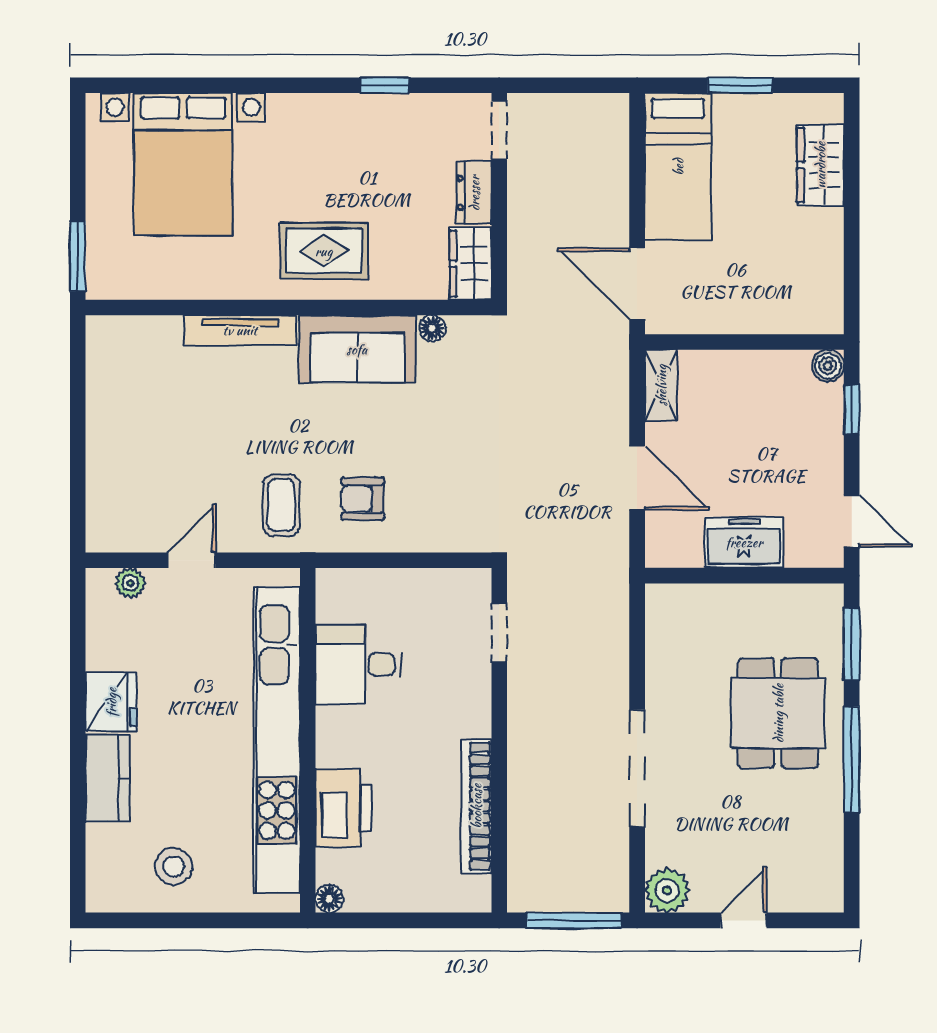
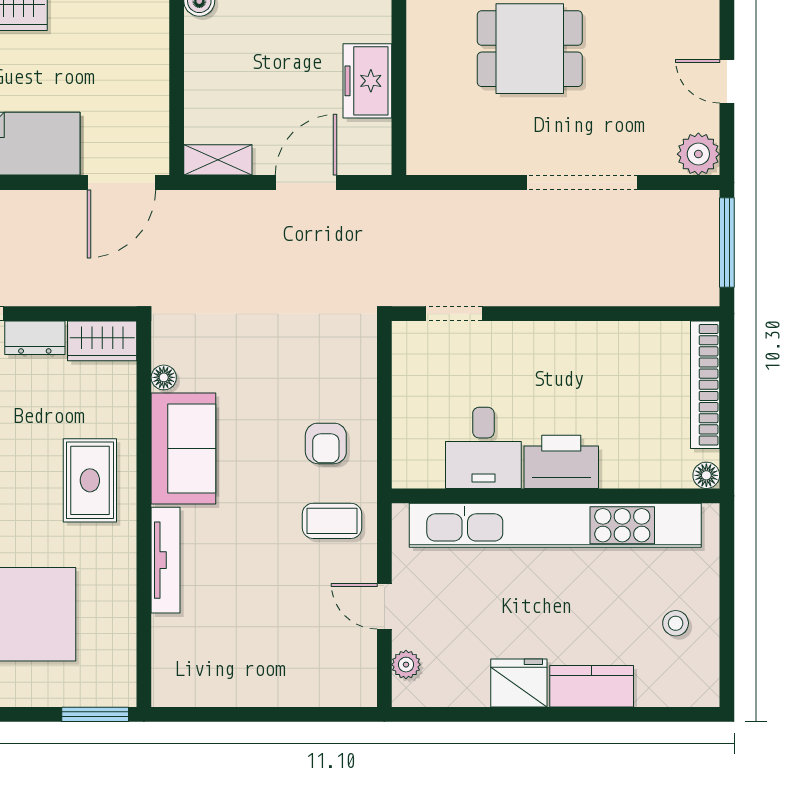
bookcase: (476, 806) -> (705, 385), moved, turned 90
printer: (343, 808) -> (561, 462), moved
stool: (174, 866) -> (676, 623), width x0.73, depth x0.73

